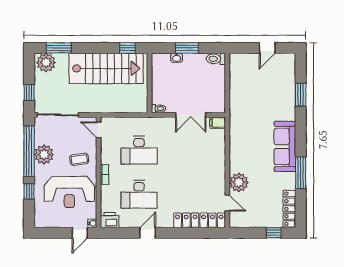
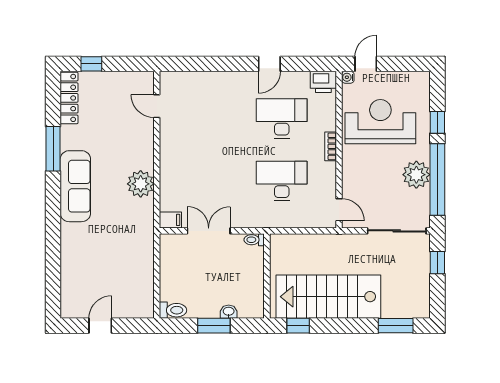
plant: (46, 63) -> (413, 305), removed
window: (301, 95) -> (53, 259), removed
coffee table: (79, 159) -> (366, 168), removed
plant: (239, 182) -> (141, 184), moved
locker: (199, 220) -> (196, 82), removed

